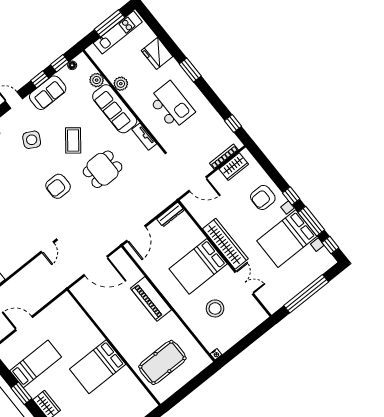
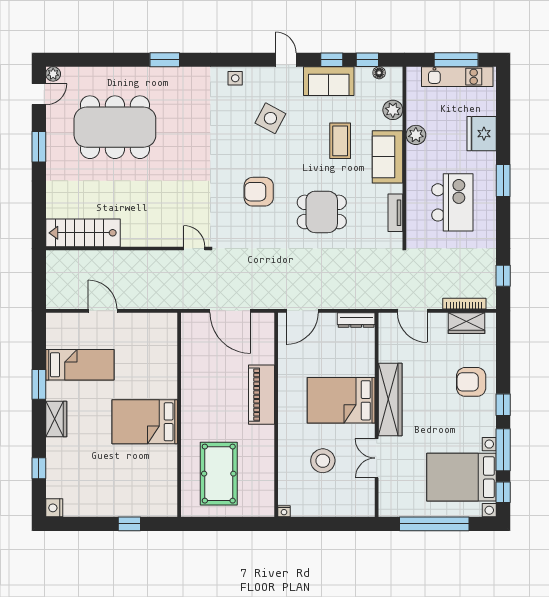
sofa: (115, 109) -> (387, 157), width x0.73
coffee table: (73, 140) -> (340, 141), moved, turned -38
bed with nightstands: (287, 239) -> (462, 477), moved
door: (47, 247) -> (194, 249), swing flipped
double door: (244, 283) -> (377, 458), swing flipped
pool table: (162, 362) -> (219, 474), turned 90

